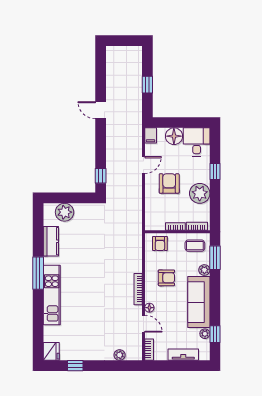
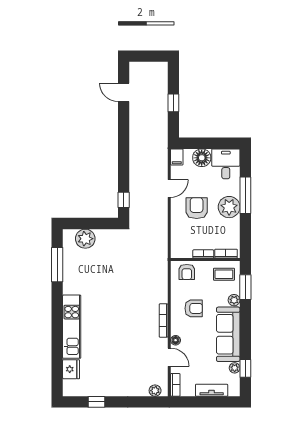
door: (101, 110) -> (124, 92), moved
window: (215, 171) -> (245, 195), width x2.17
plant: (200, 193) -> (229, 207), moved
kitchen counter: (51, 241) -> (71, 270), removed
window: (38, 273) -> (57, 265), moved
fridge: (51, 351) -> (71, 369), moved
plant: (120, 355) -> (155, 391), moved

